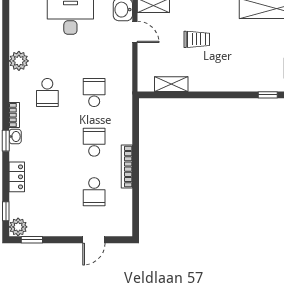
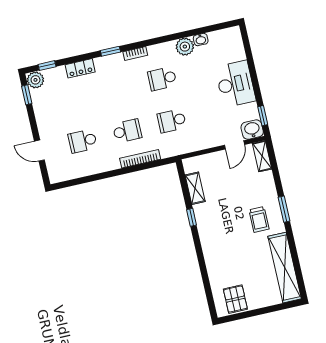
trolley: (197, 39) -> (259, 219), moved
school desk: (94, 93) -> (172, 121), turned 180
window: (268, 95) -> (191, 217), moved
washbasin: (15, 137) -> (201, 40), moved
bookcase: (127, 167) -> (140, 159), moved

